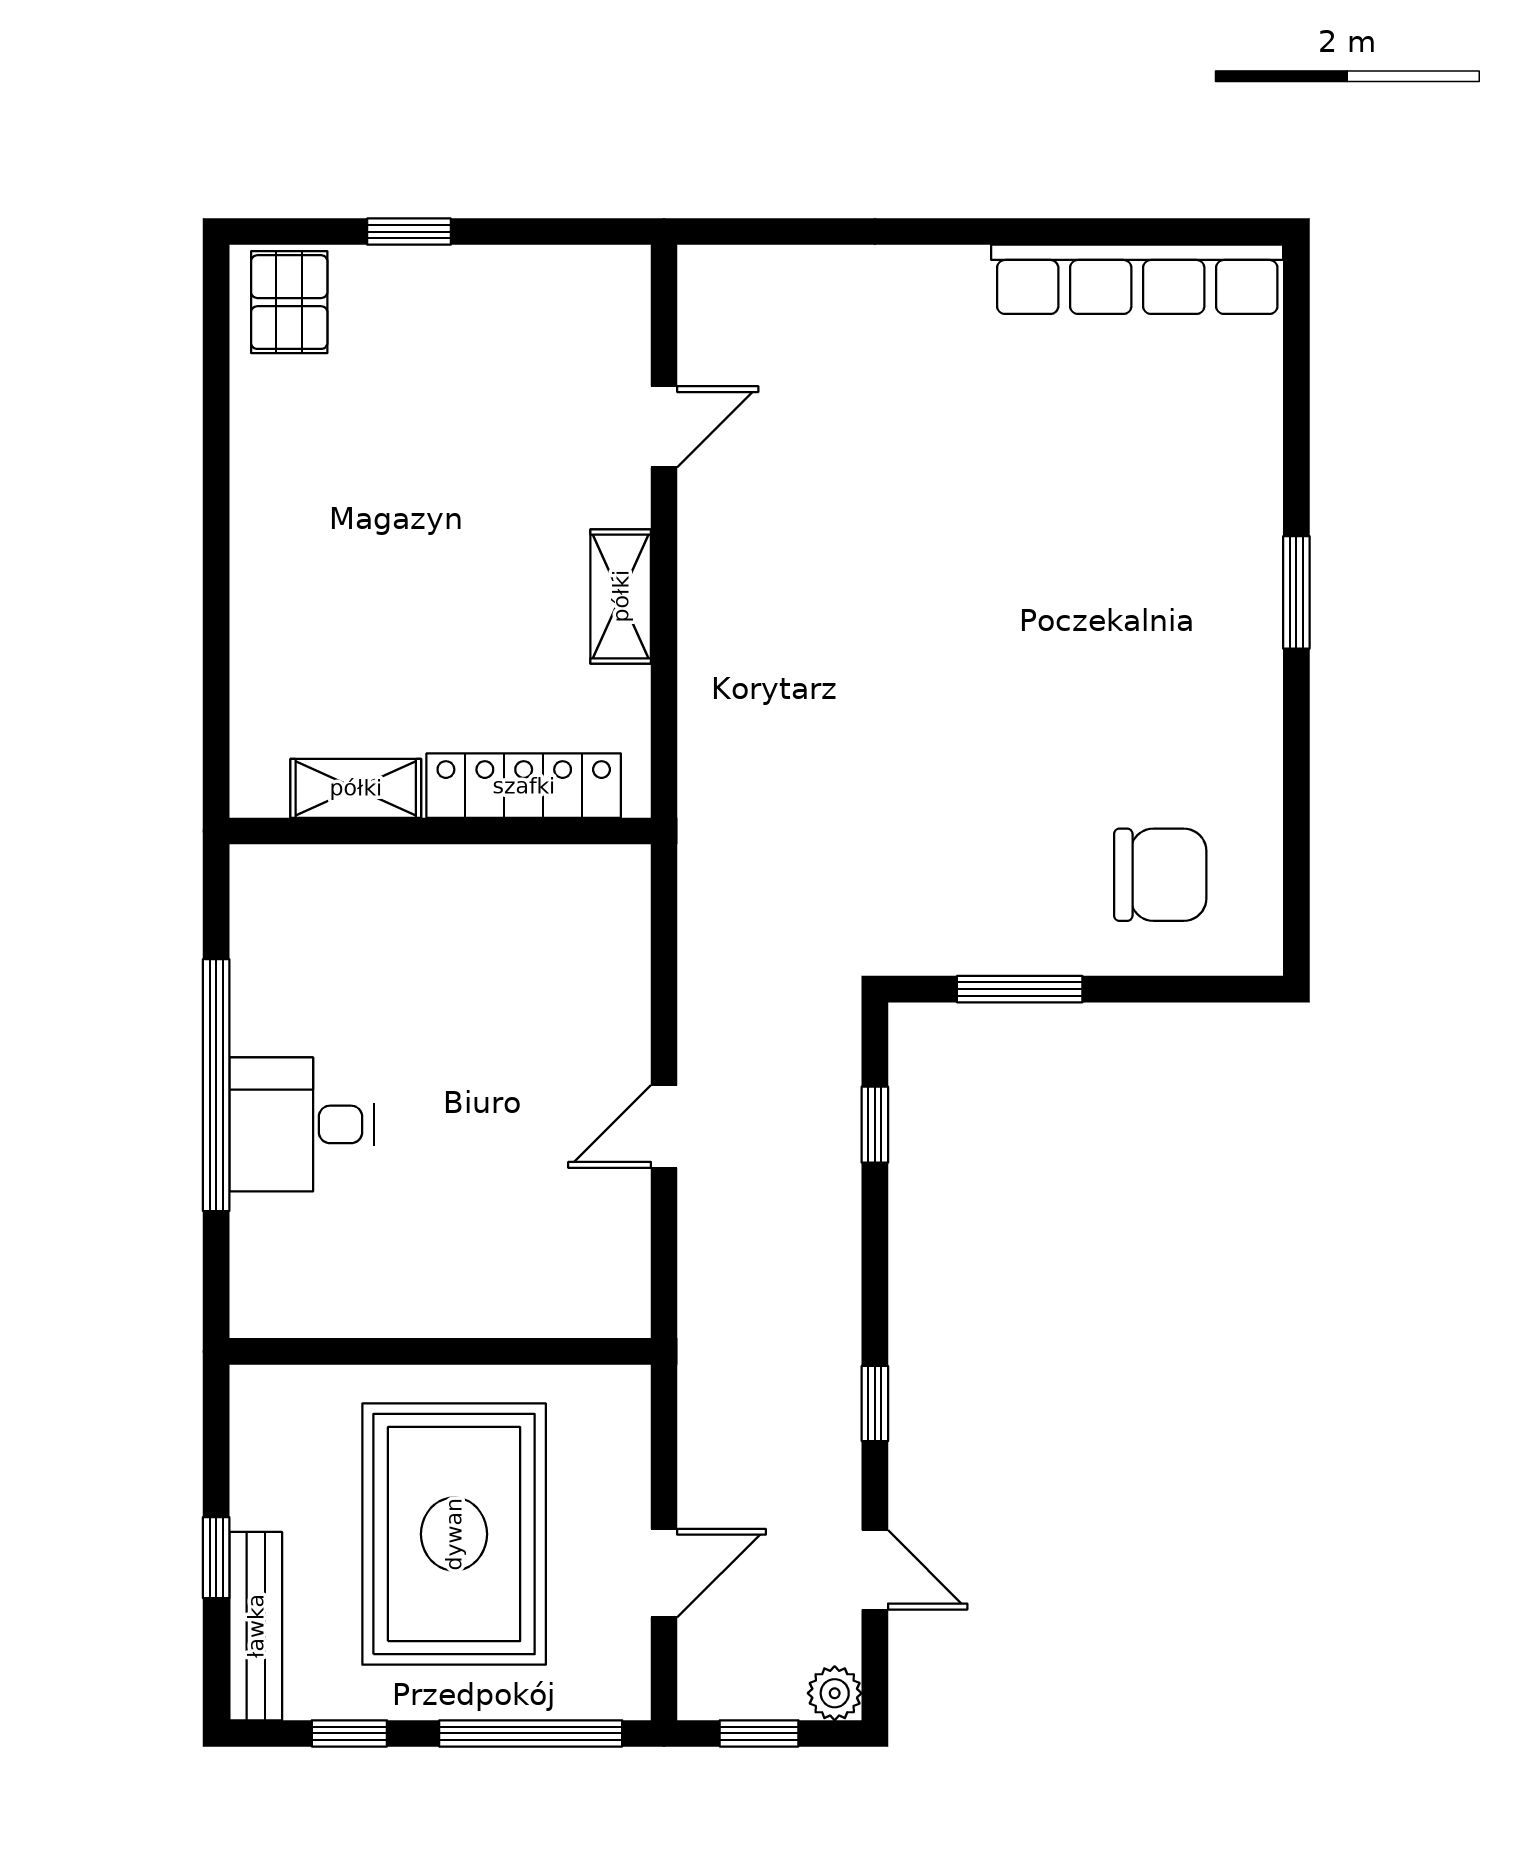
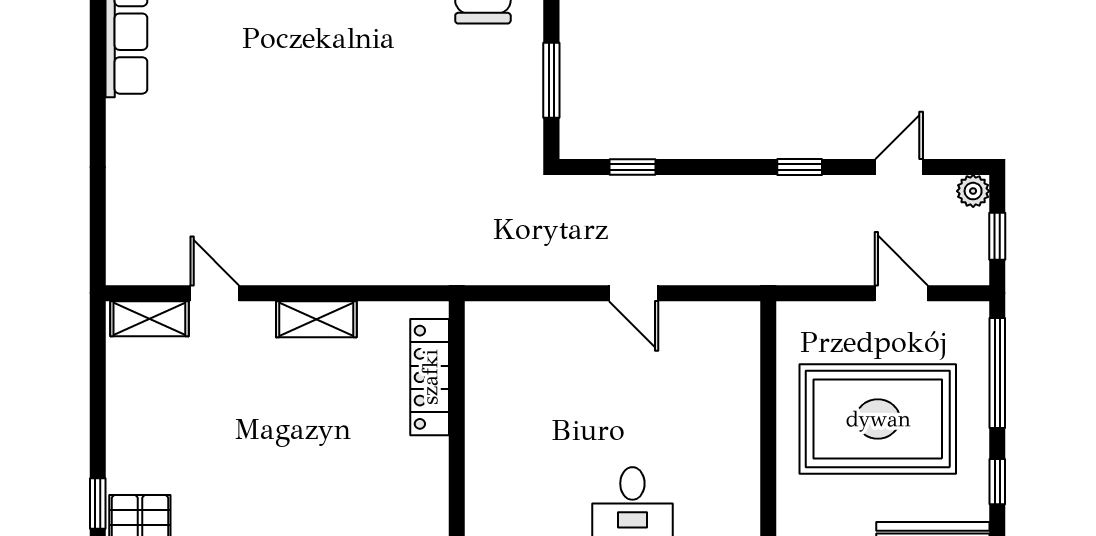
window: (409, 232) -> (98, 503), moved
shelving: (356, 788) -> (149, 319), moved, turned 90

